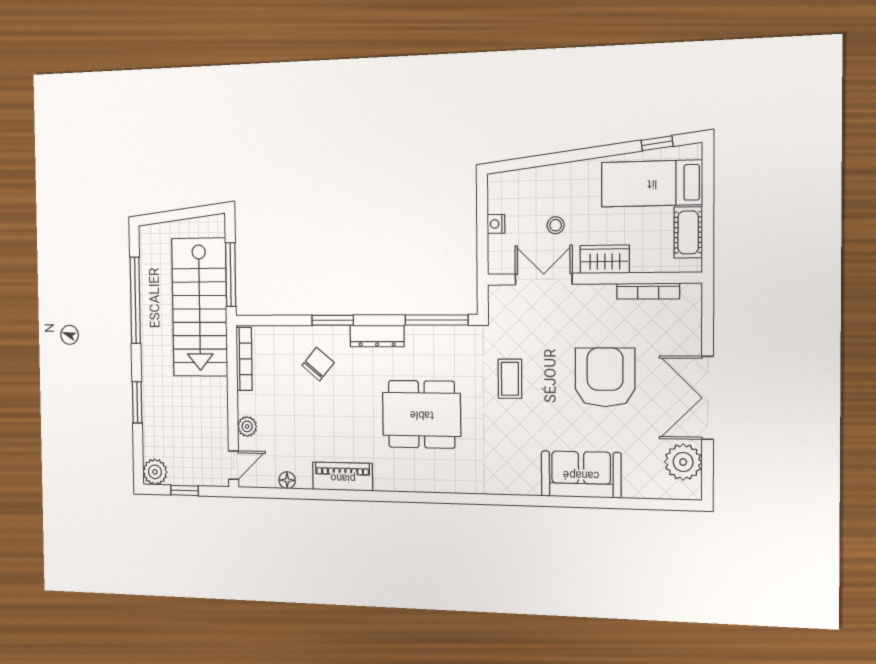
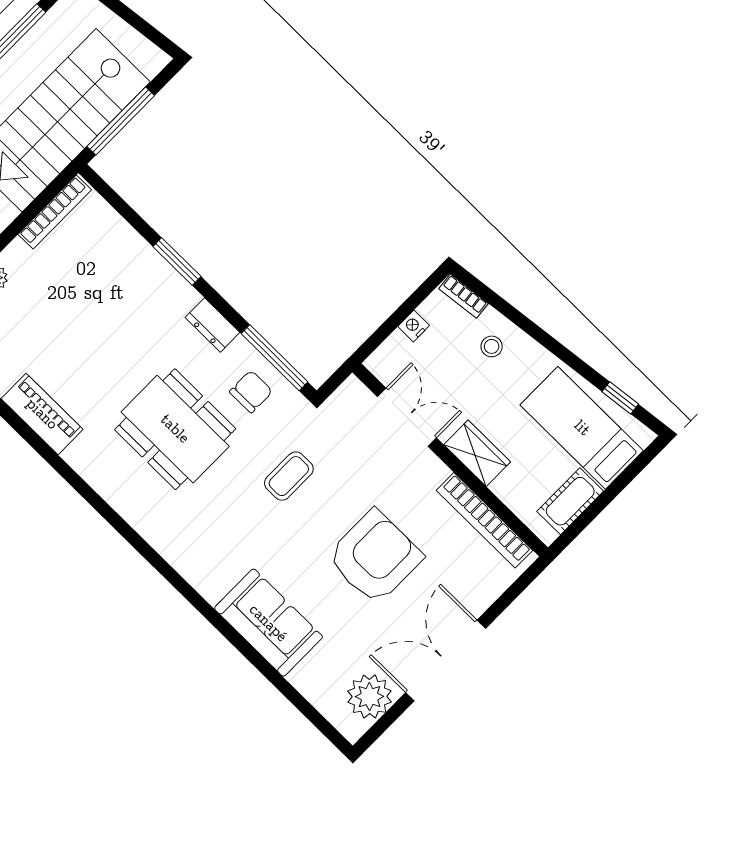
bookcase: (507, 179) -> (463, 296), added
stool: (556, 225) -> (492, 346), moved
bookcase: (648, 291) -> (484, 520), width x1.48, depth x1.31
dresser: (377, 336) -> (212, 325), width x0.70
chair: (318, 364) -> (251, 392), moved, turned -40

